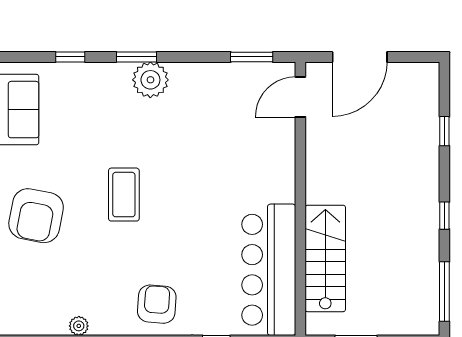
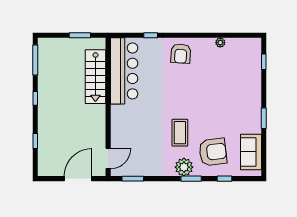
coffee table: (124, 195) -> (180, 133), moved
armchair: (36, 216) -> (213, 152), moved, turned 72

